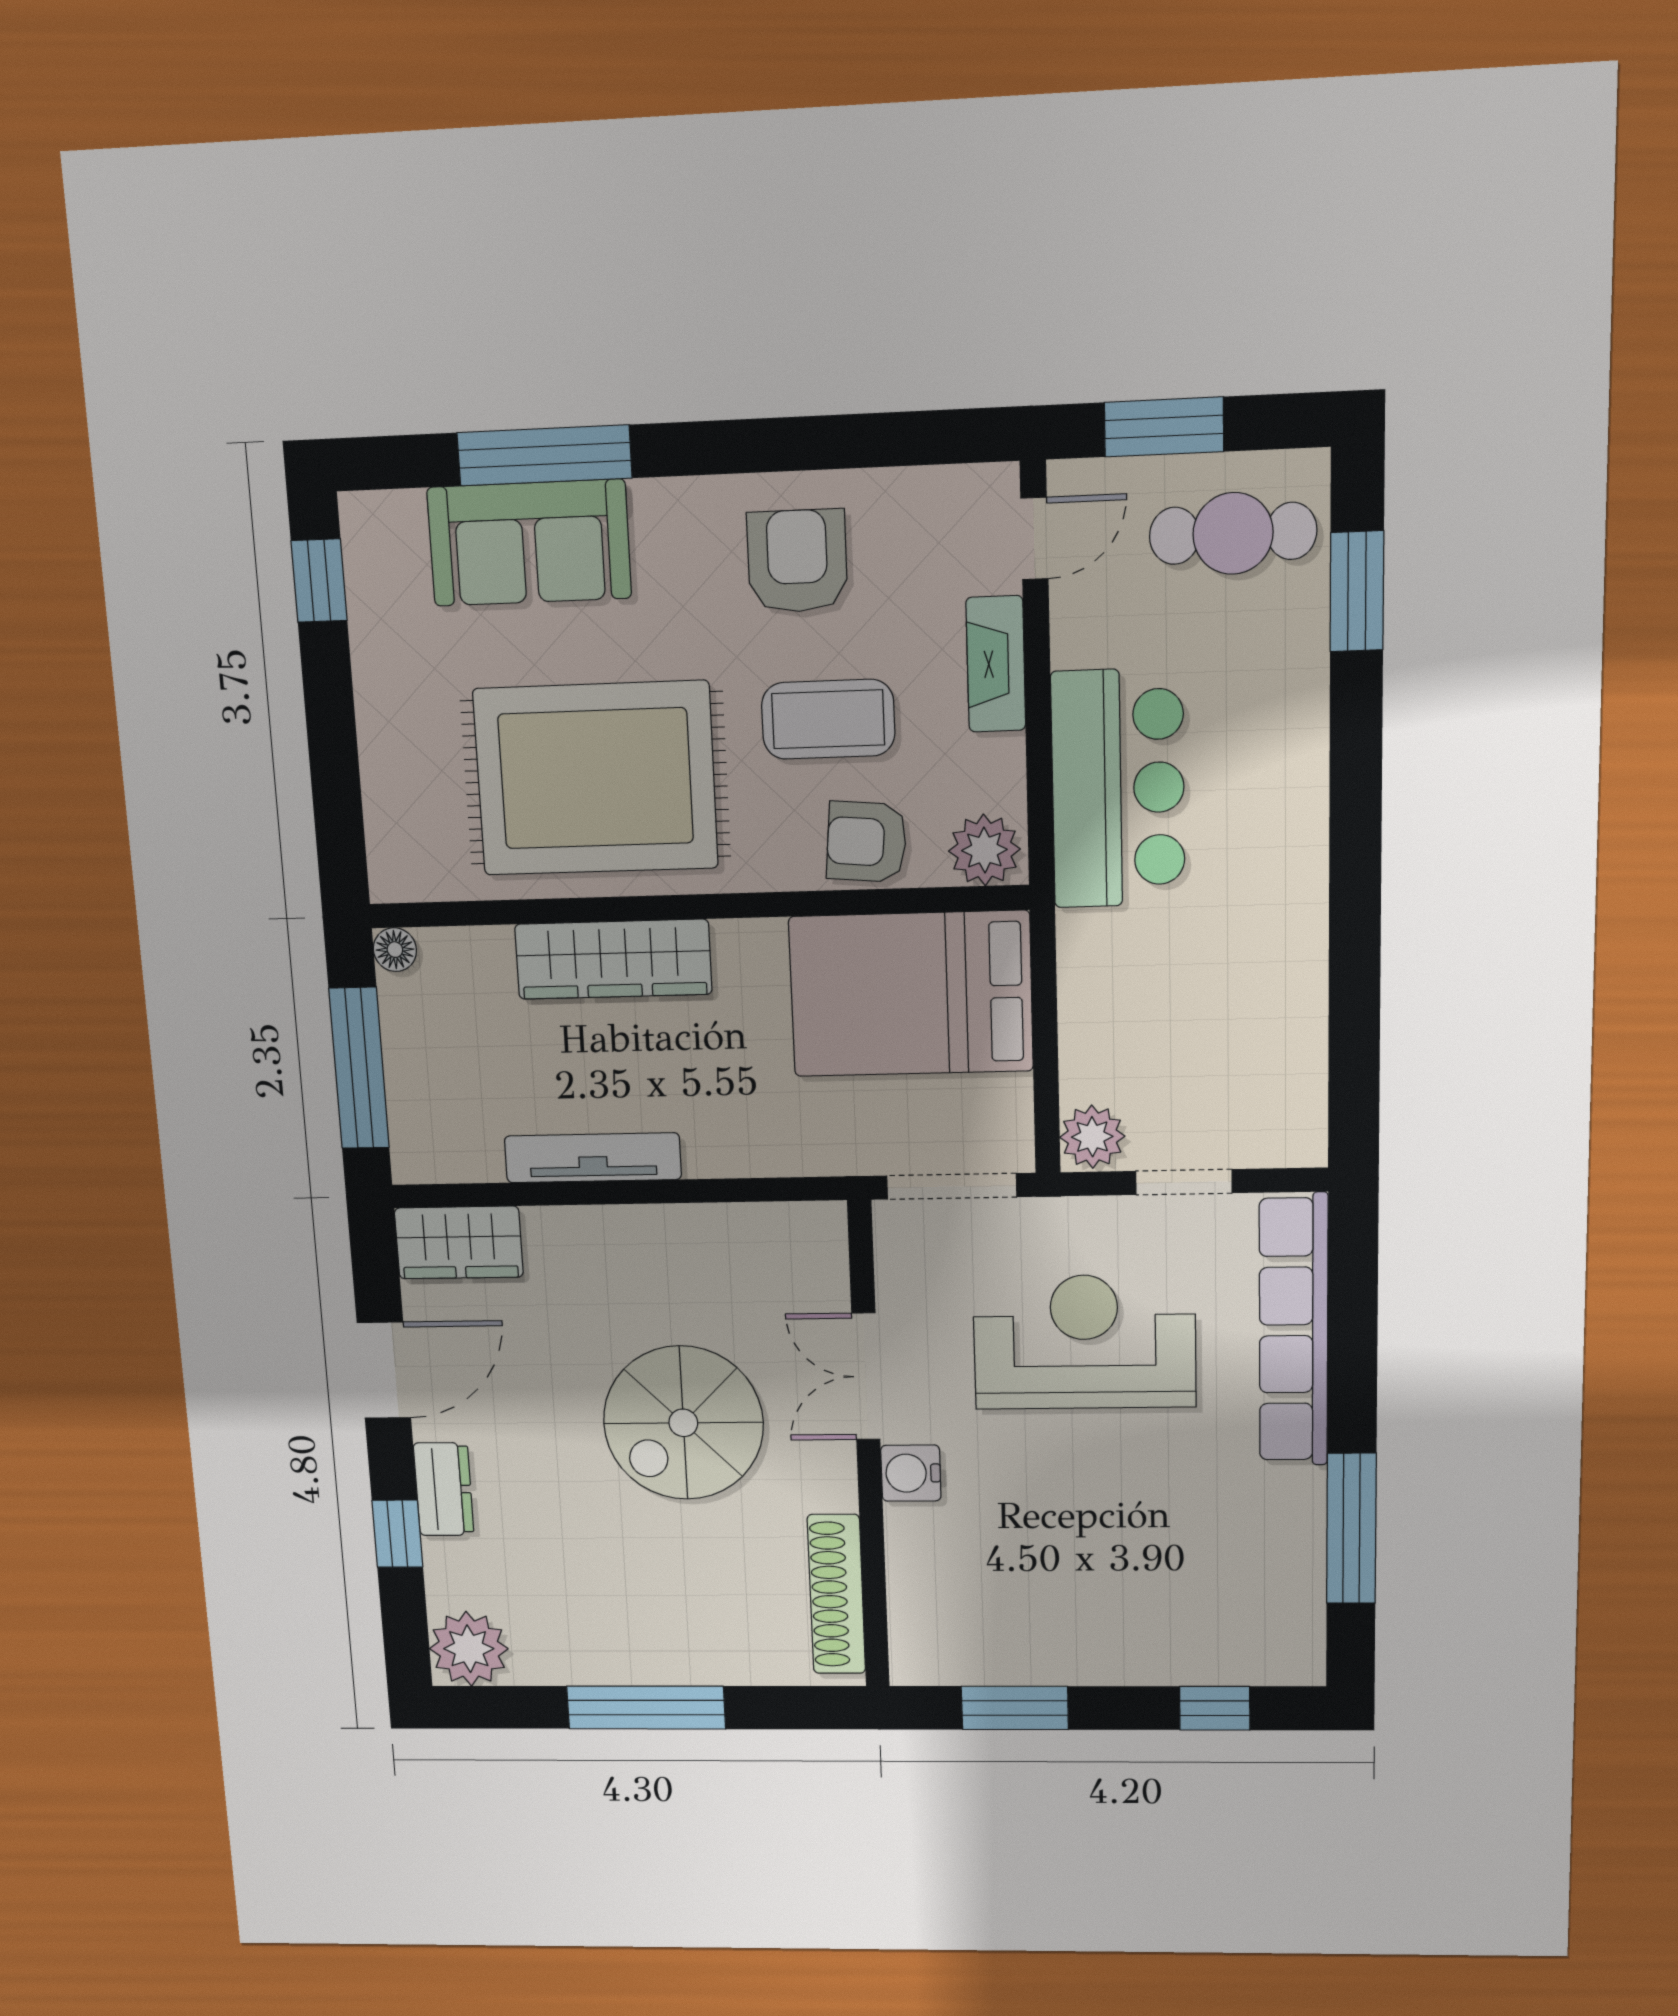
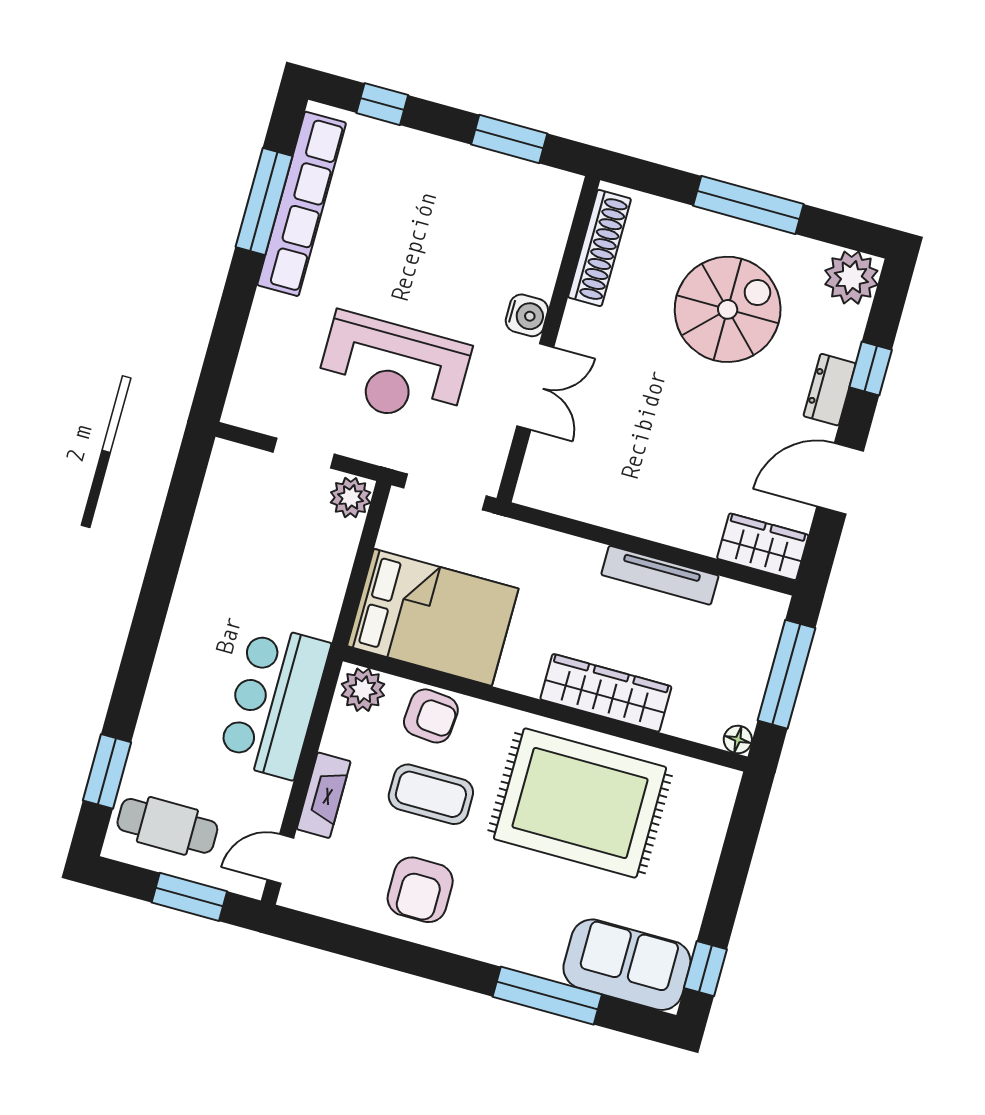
sofa: (529, 543) -> (627, 965), moved
row of seats: (1294, 1330) -> (302, 204), moved
spiral stairs: (683, 1423) -> (728, 309), moved

